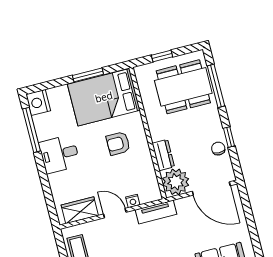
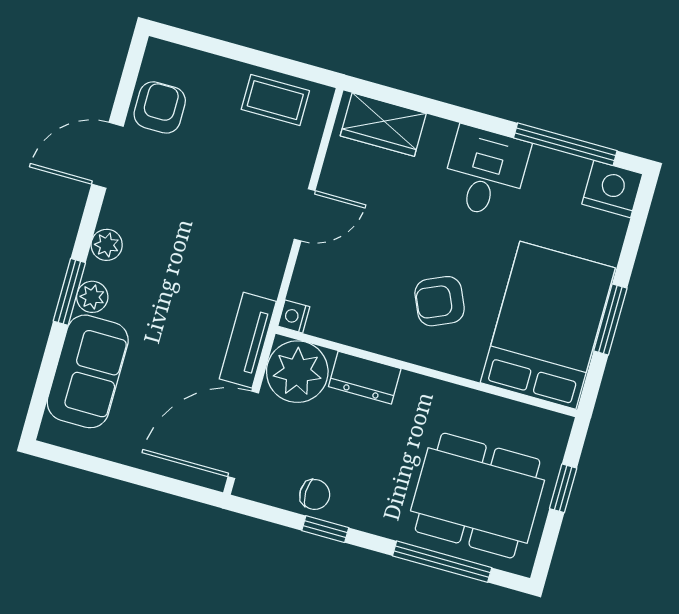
dining table: (183, 87) -> (478, 496), turned 90
armchair: (118, 143) -> (440, 301), turned -114
nightstand: (133, 201) -> (294, 316), moved
wardrobe: (80, 210) -> (383, 125), moved, turned 90
tv unit: (156, 212) -> (248, 340), moved

